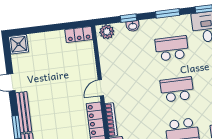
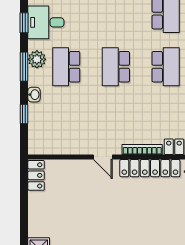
washbasin: (133, 26) -> (34, 95), moved
plant: (107, 32) -> (37, 59), moved

